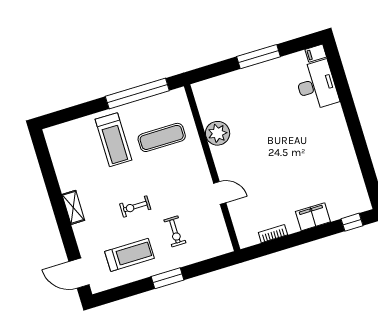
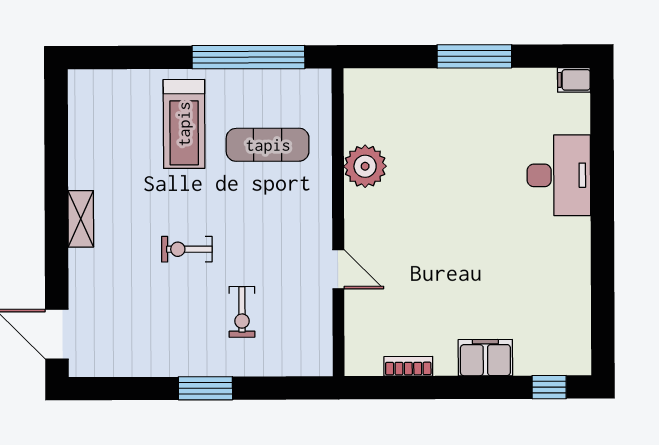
desk: (316, 85) -> (559, 175), moved
treadmill: (129, 255) -> (152, 329), removed

